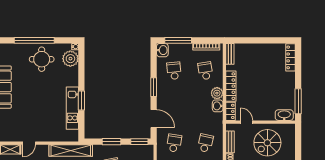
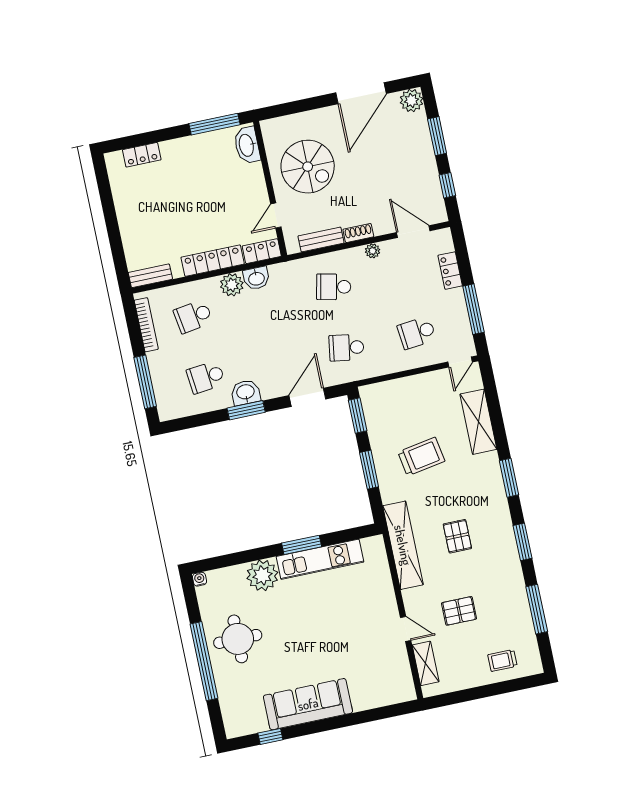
washbasin: (162, 50) -> (246, 392), moved
locker: (290, 57) -> (142, 155), width x0.66
plant: (70, 59) -> (262, 575), moved

